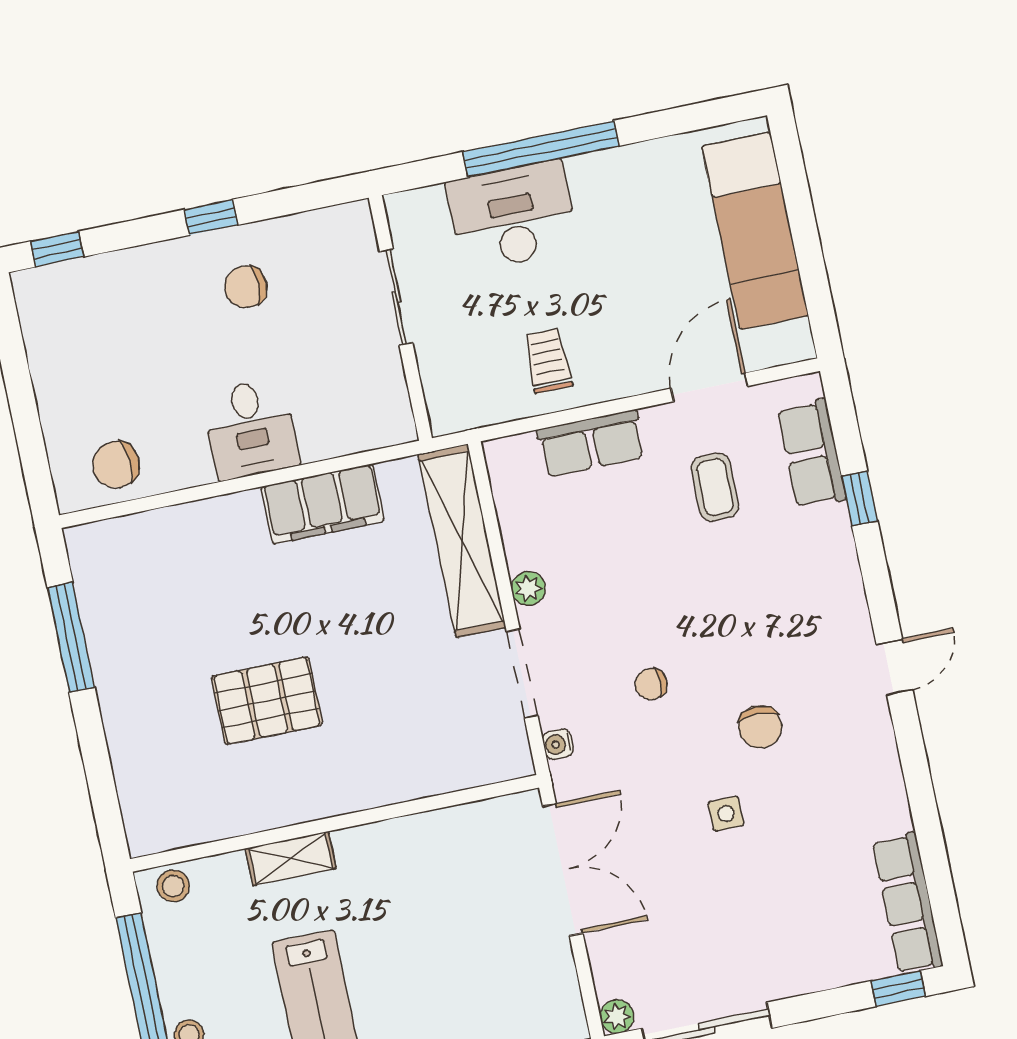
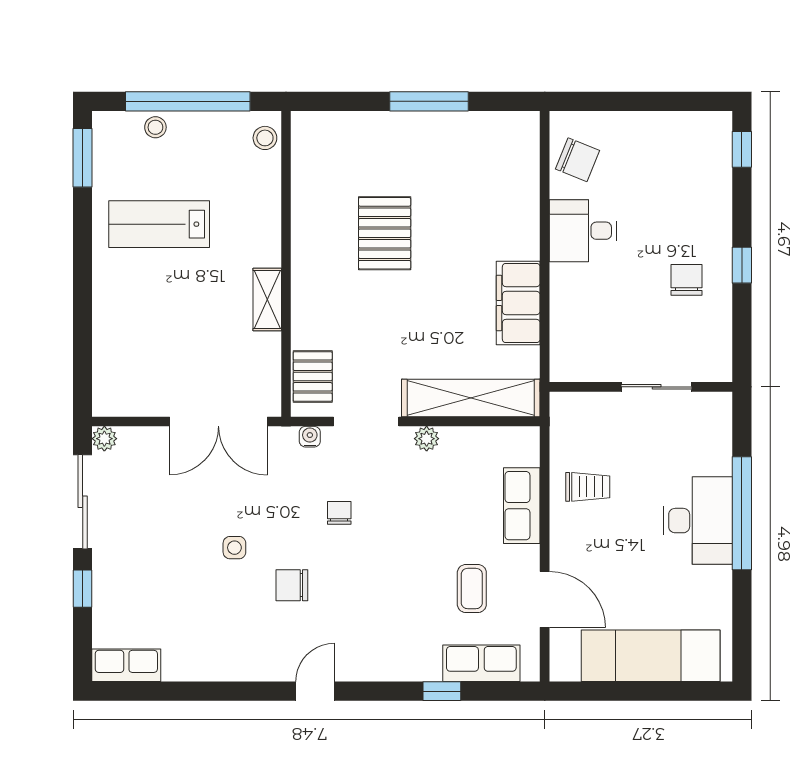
desk: (512, 216) -> (698, 521), moved
desk: (251, 429) -> (583, 231), moved
chair: (116, 465) -> (577, 160), turned 117
coffee table: (715, 487) -> (472, 589), turned 90
window: (71, 637) -> (429, 101), moved
door: (895, 667) -> (315, 691), swing flipped
pallet: (477, 757) -> (313, 377), added
shelving: (291, 858) -> (267, 299), moved
row of seats: (908, 903) -> (126, 665), width x0.68
window: (898, 989) -> (83, 589), moved

